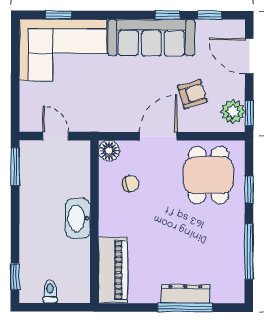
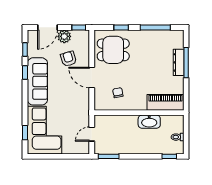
plant: (233, 112) -> (64, 36), moved
floor lamp: (109, 151) -> (100, 105), removed
washbasin: (78, 218) -> (149, 122), moved

